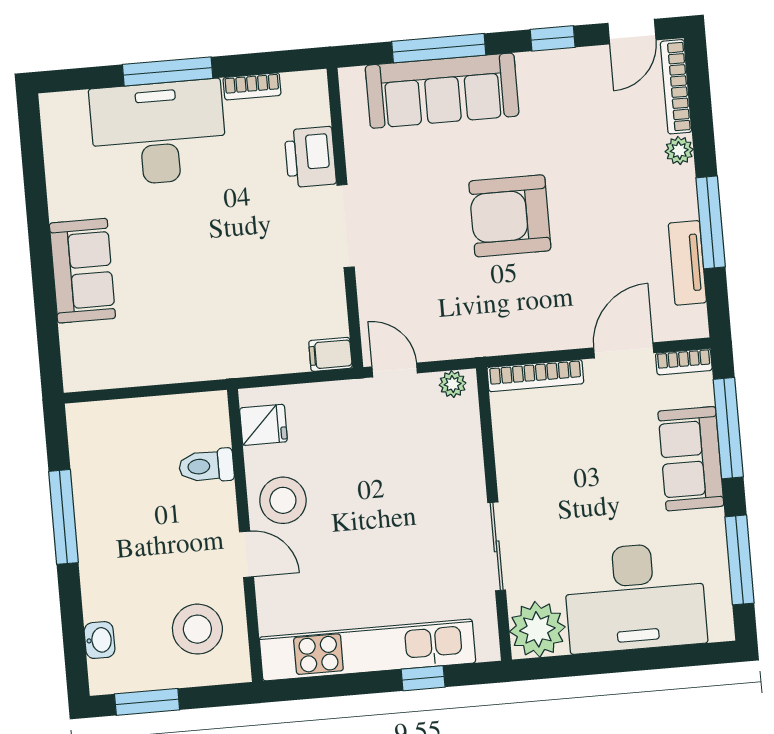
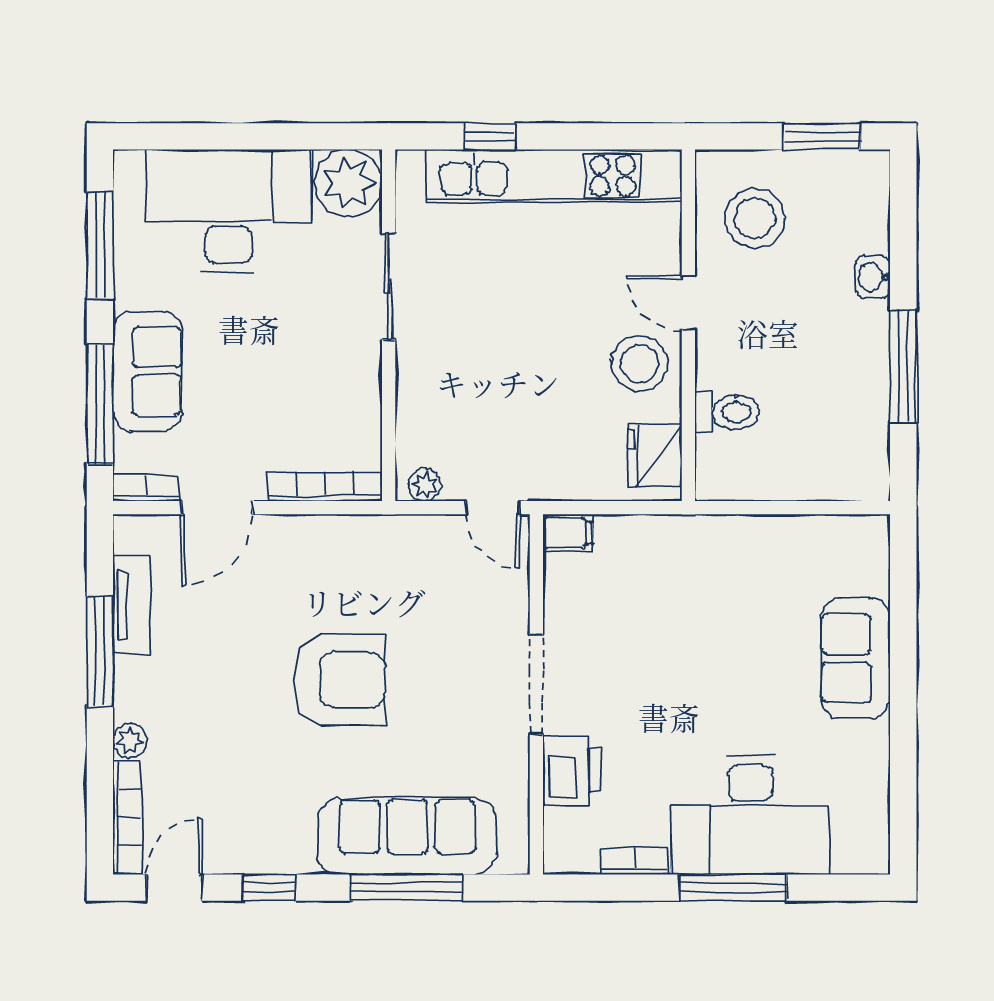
fridge: (263, 425) -> (655, 455), width x1.38
washbasin: (100, 640) -> (873, 277), moved

